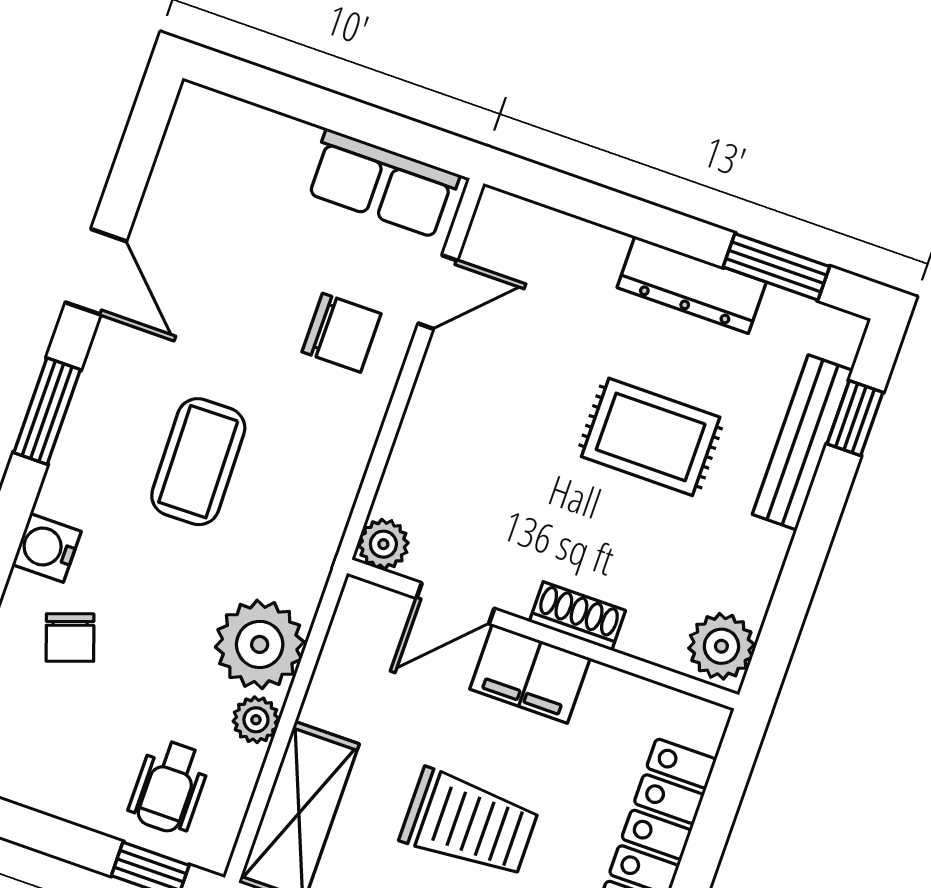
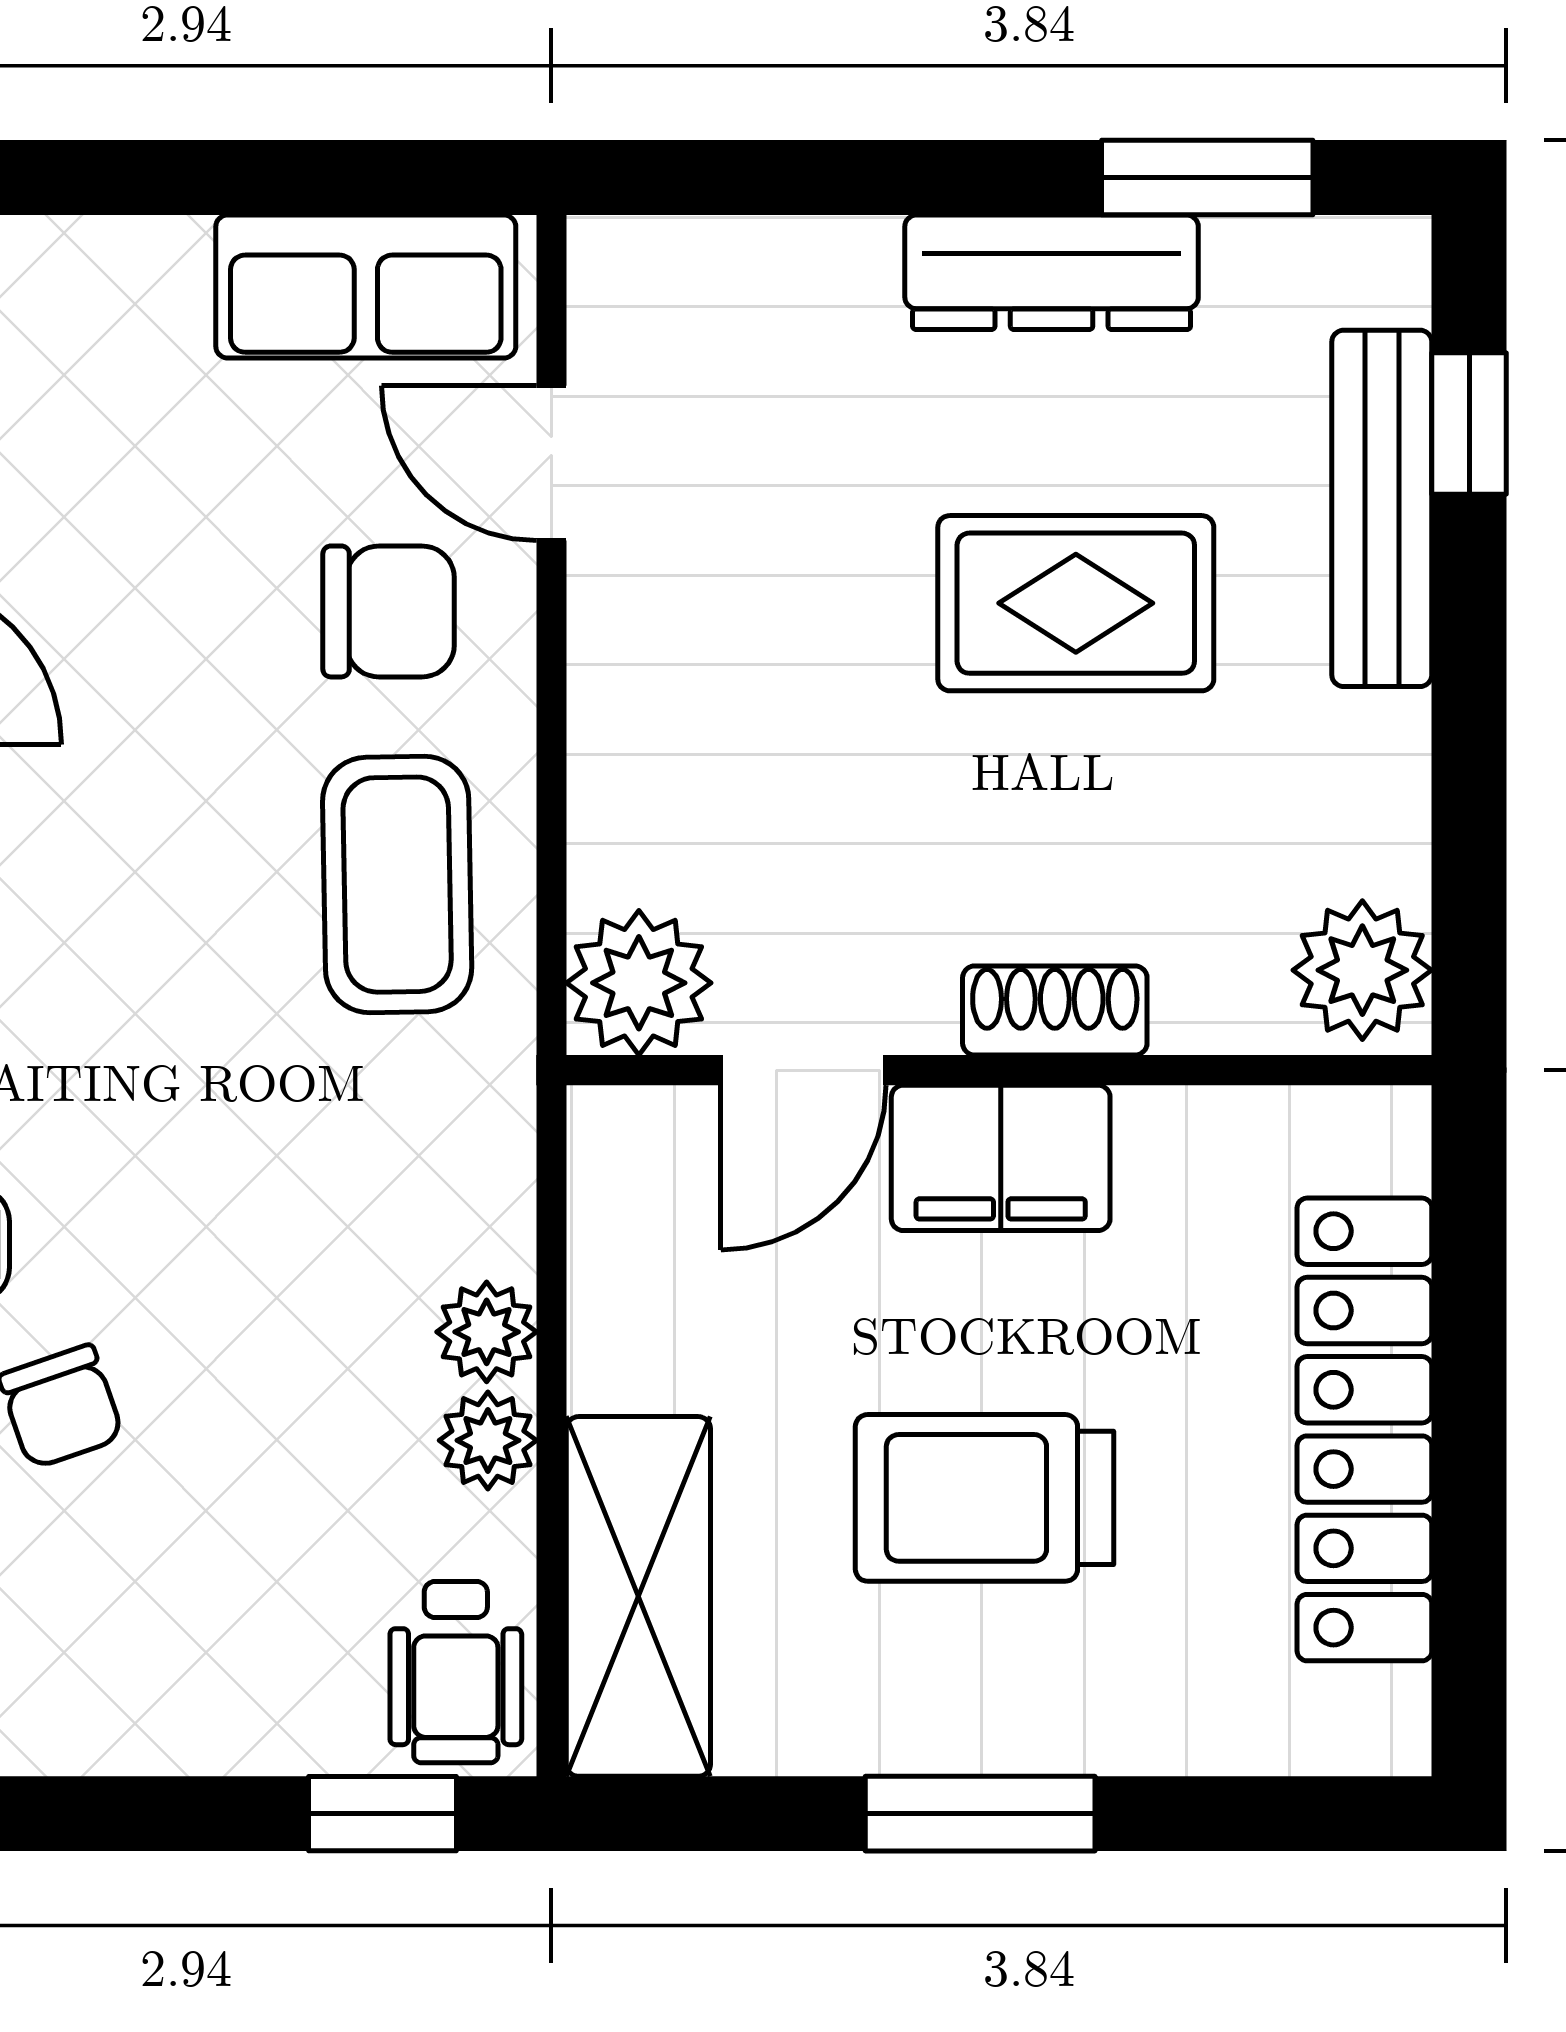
door: (438, 292) -> (551, 463), swing flipped
coffee table: (198, 462) -> (397, 885), moved
plant: (383, 544) -> (639, 983), width x1.38, depth x1.38
plant: (260, 644) -> (487, 1332), width x0.53, depth x0.53
wheelchair: (169, 787) -> (456, 1672), moved
trolley: (469, 823) -> (985, 1498), turned 180

